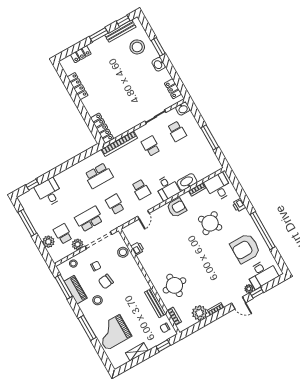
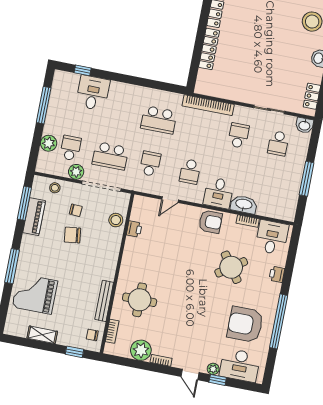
locker: (102, 128) -> (209, 49), moved
school desk: (89, 219) -> (110, 156), turned 180
stool: (98, 300) -> (47, 247), removed

